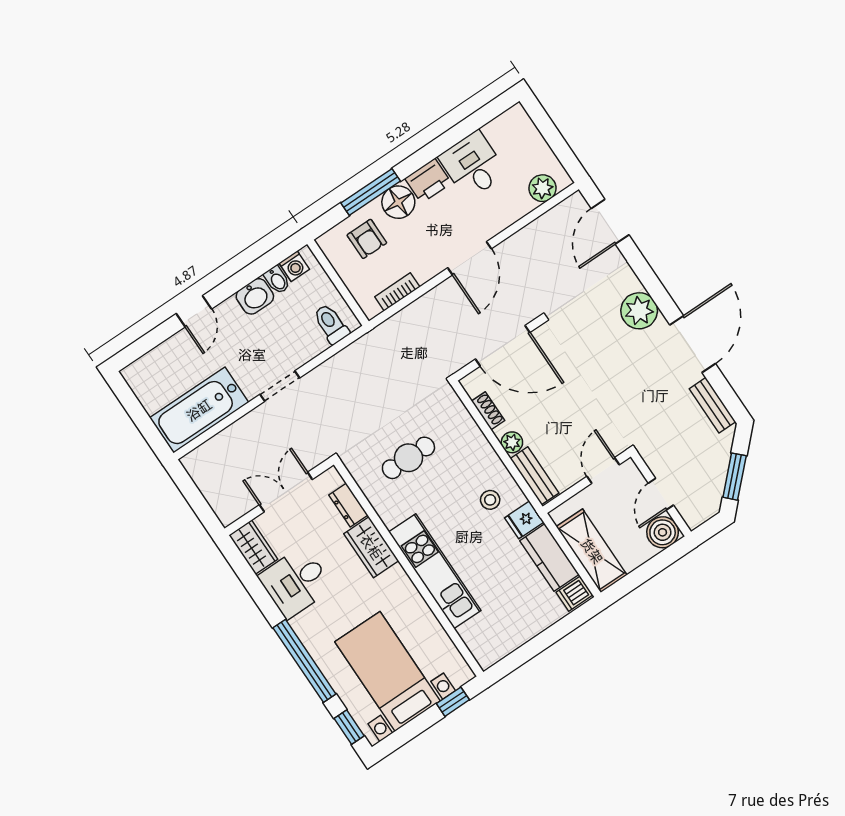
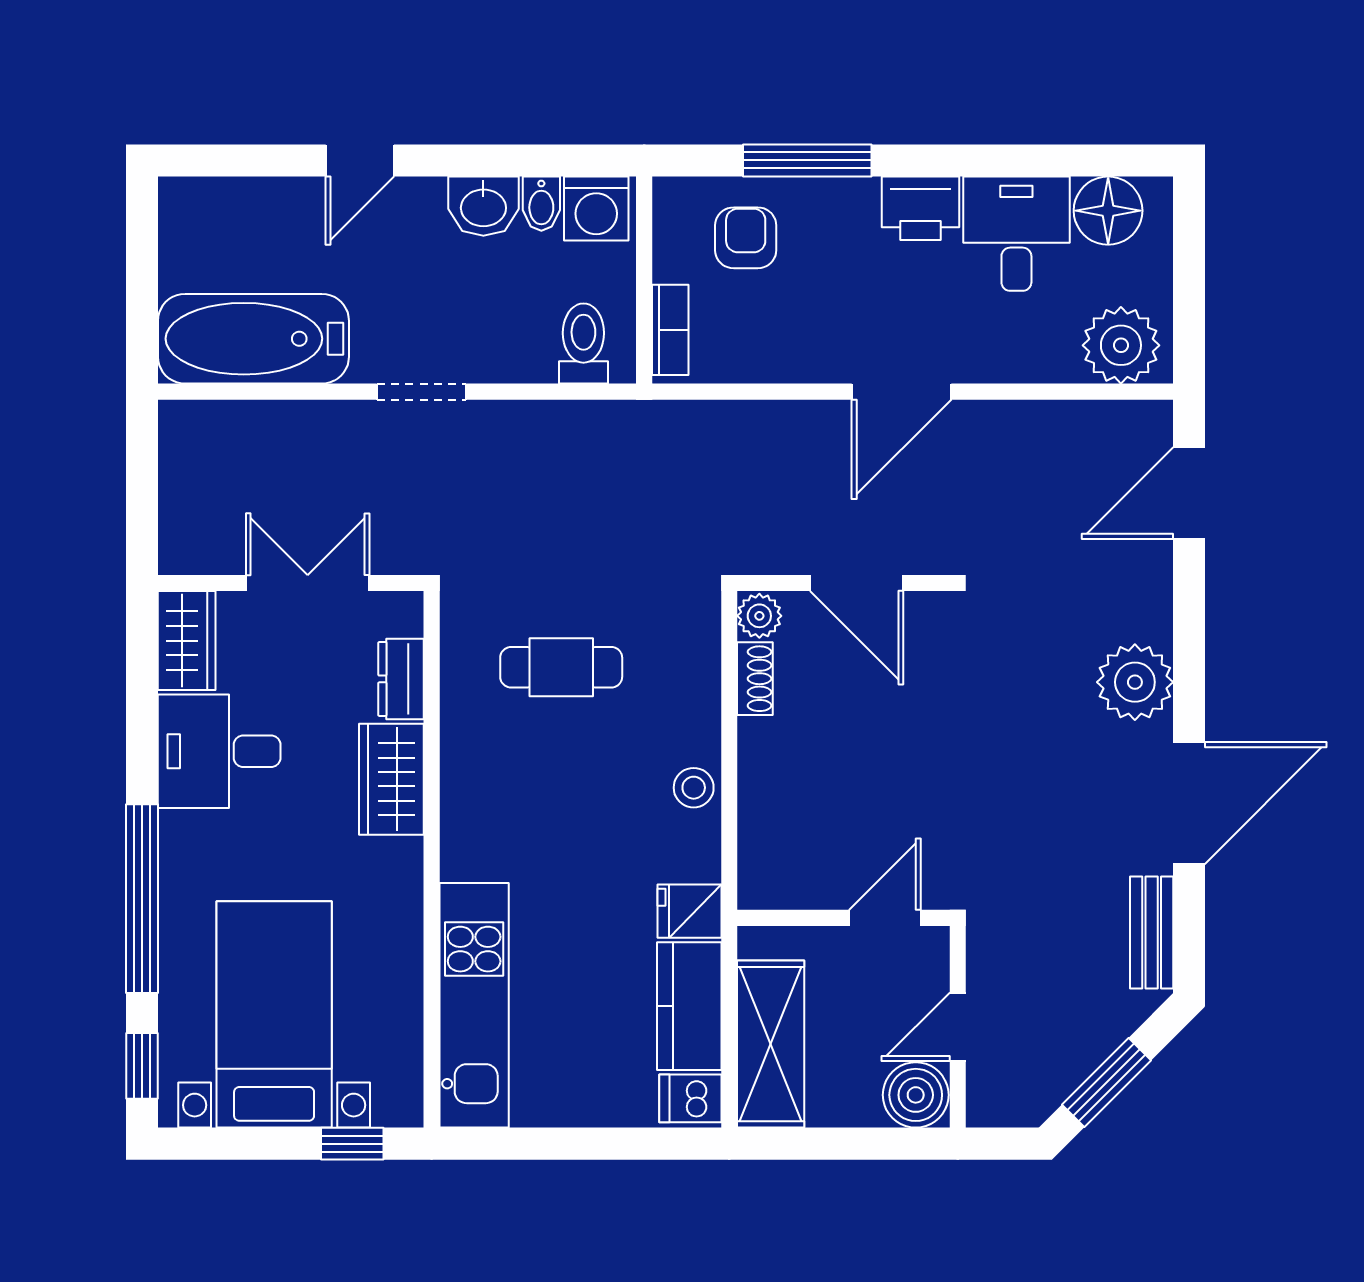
plant: (543, 188) -> (1121, 345), width x1.36, depth x1.36
floor lamp: (398, 202) -> (1108, 211), moved
armchair: (367, 239) -> (746, 238), turned 180
washing machine: (294, 266) -> (596, 209), width x1.38, depth x1.38
bookcase: (397, 292) -> (670, 330), moved, turned 90
door: (503, 346) -> (857, 583), width x0.73
plant: (512, 442) -> (759, 616), moved
bench: (535, 476) -> (760, 847), removed
stool: (490, 500) -> (694, 788), moved
kitchen unit: (435, 571) -> (474, 1005), moved

